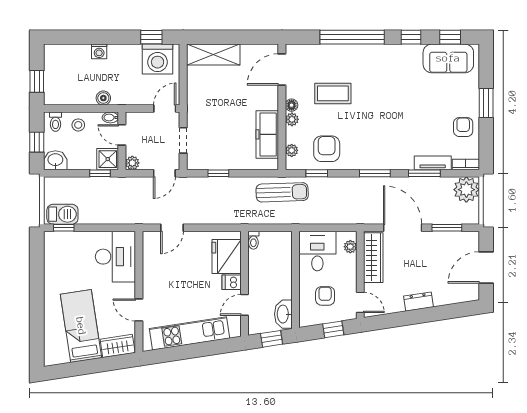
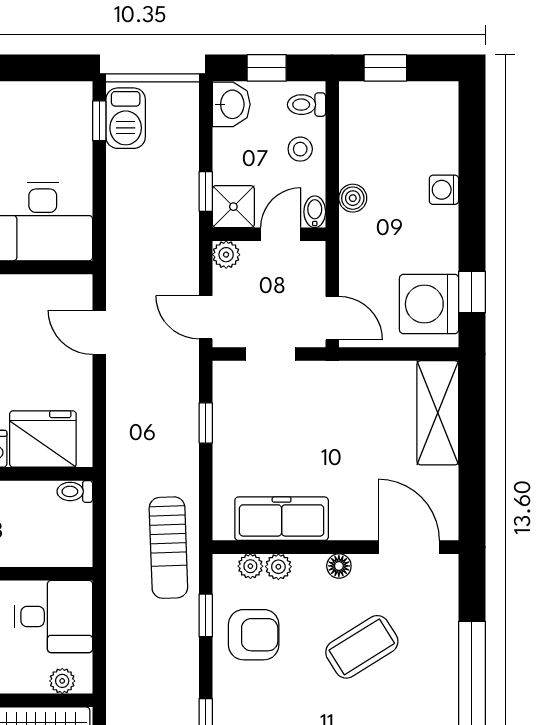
coffee table: (333, 93) -> (362, 647), turned 58
plant: (292, 119) -> (278, 567), moved

